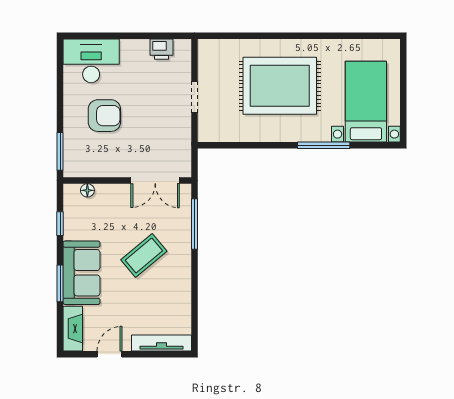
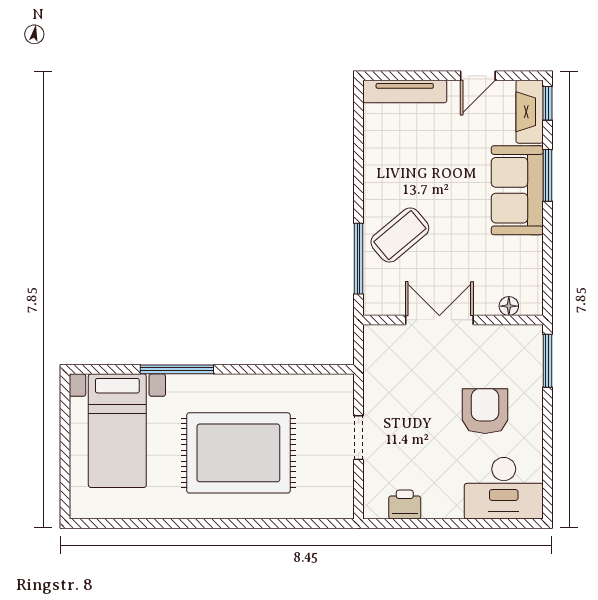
armchair: (104, 116) -> (485, 411), turned 90
double door: (155, 180) -> (439, 320), moved
window: (60, 224) -> (547, 103), moved
coffee table: (144, 256) -> (400, 235), moved

